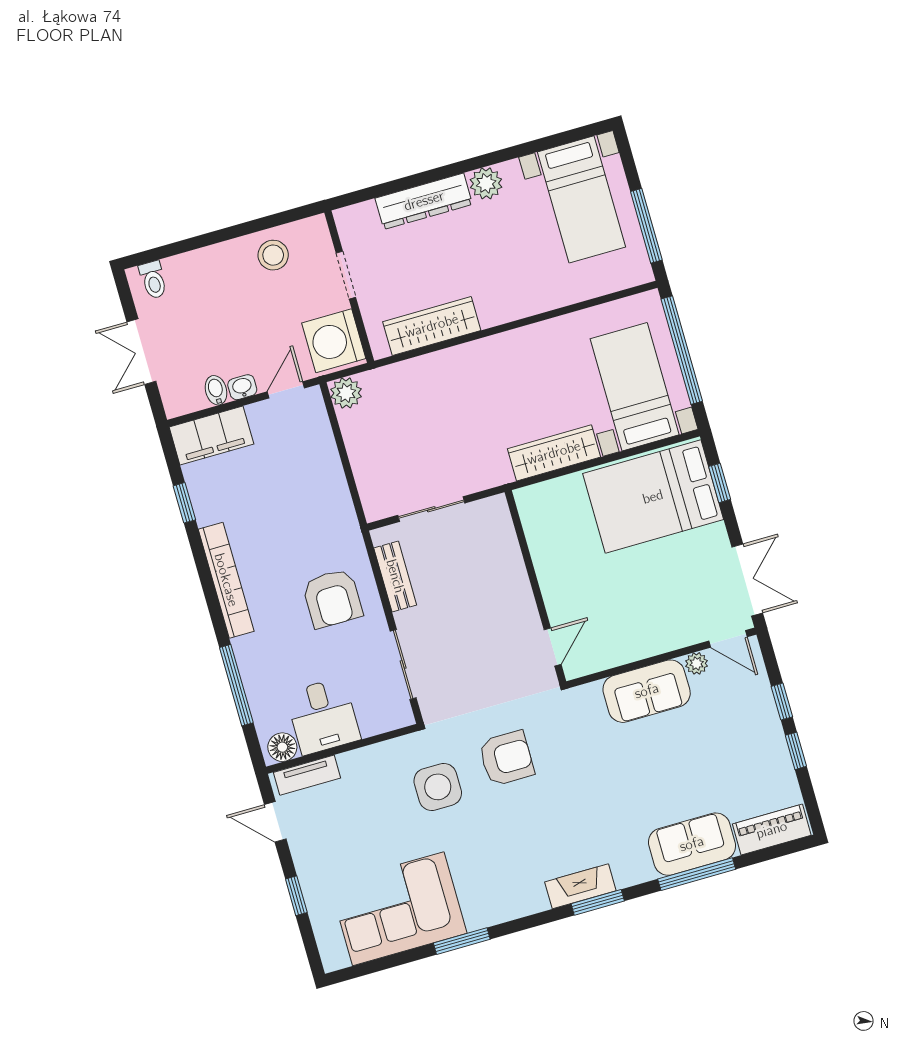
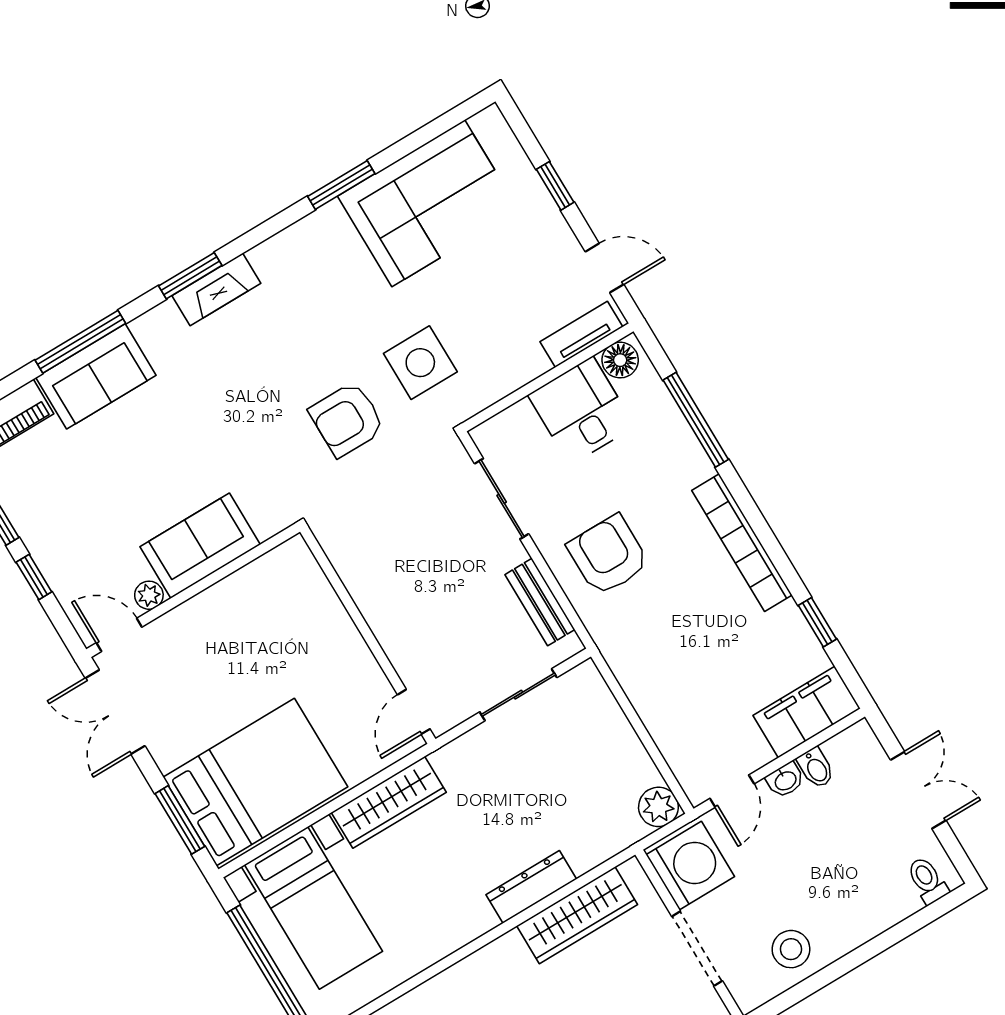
doorway: (346, 275) -> (697, 949), width x1.38
dresser: (461, 358) -> (531, 887), added
window: (720, 483) -> (180, 820), width x1.50
door: (553, 647) -> (414, 712), moved

